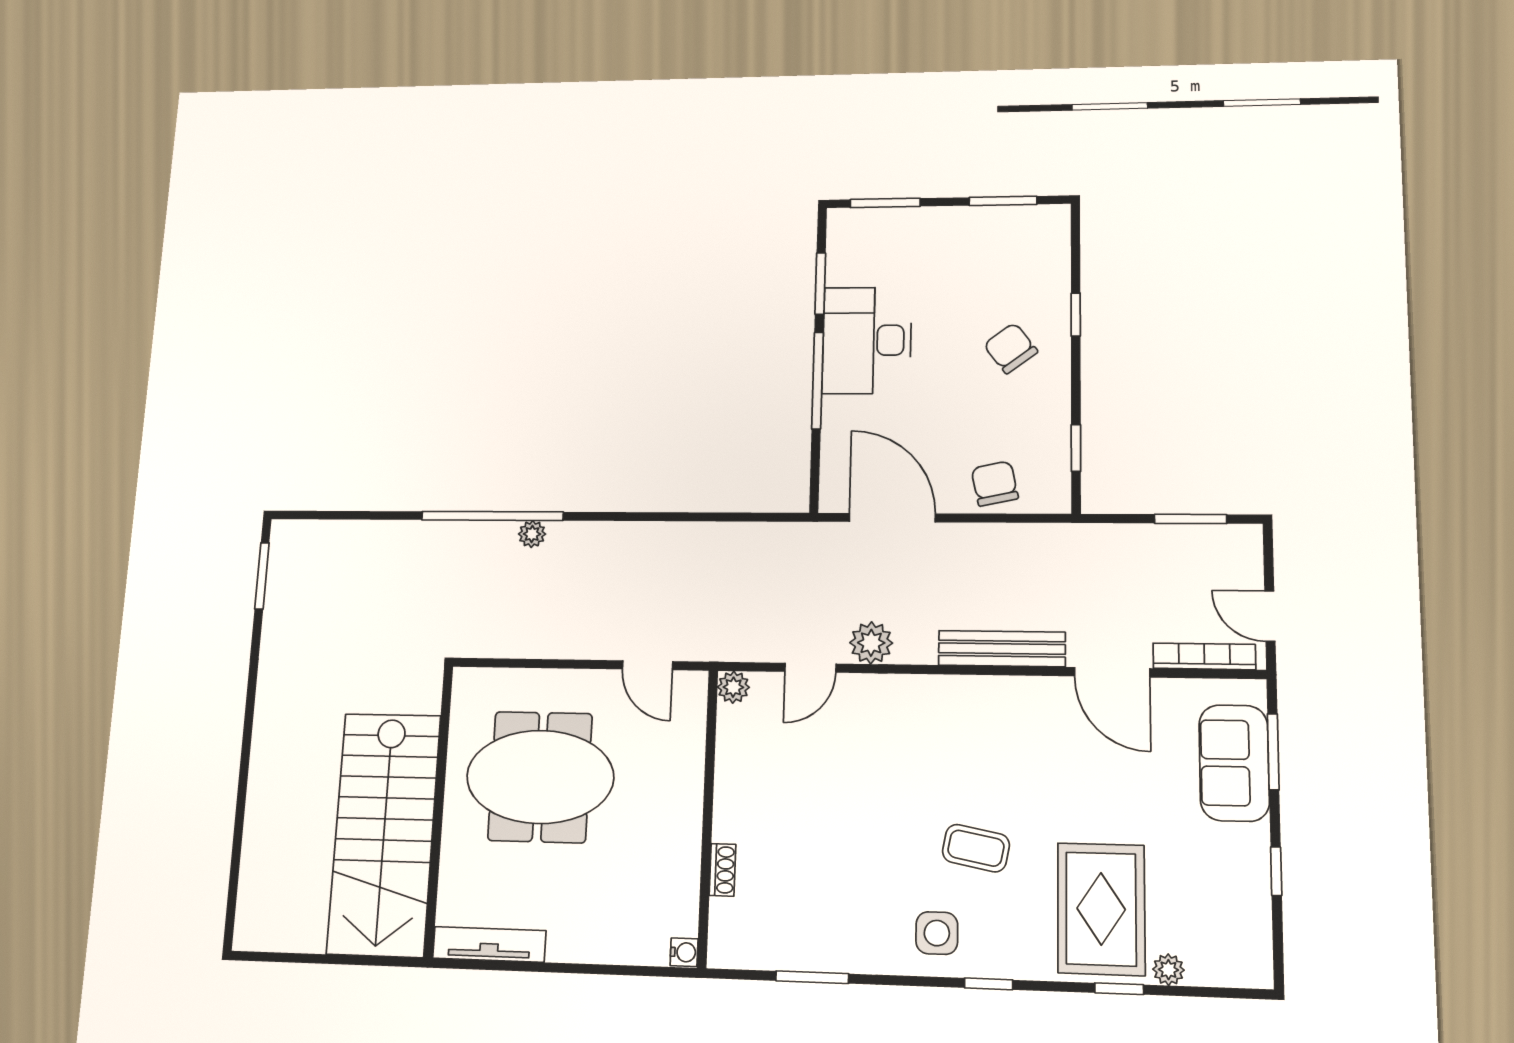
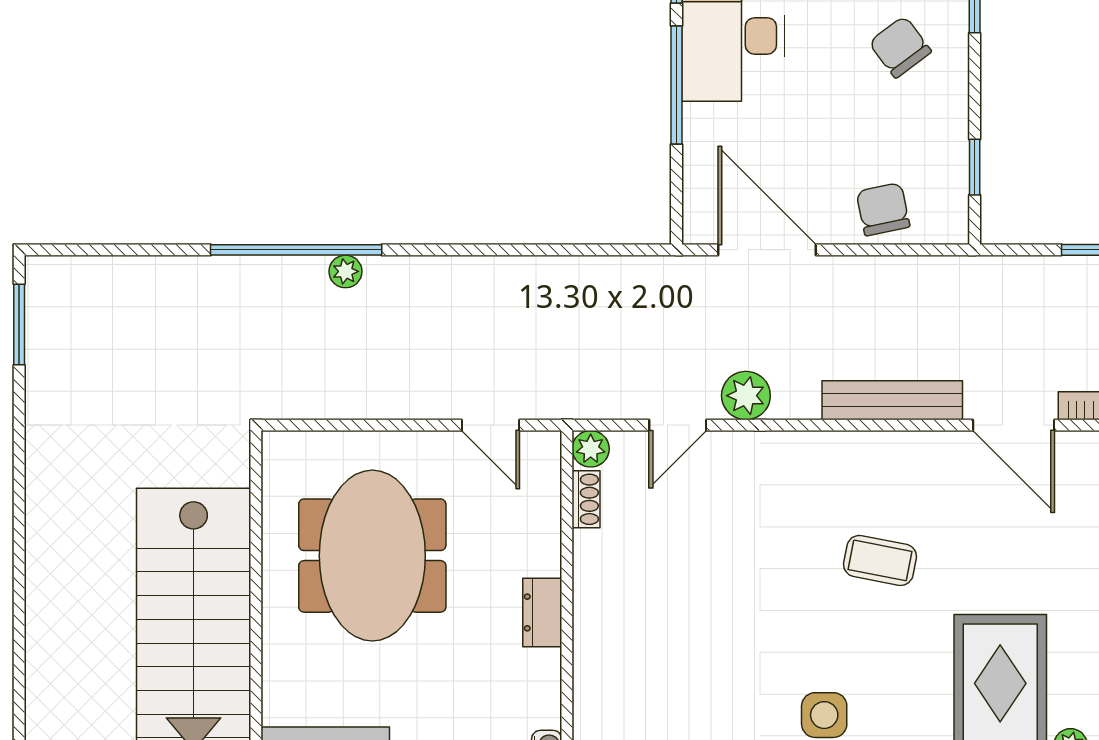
meeting table: (540, 777) -> (372, 556), turned 90
dresser: (685, 831) -> (542, 612), added
coffee table: (976, 848) -> (880, 560), moved
shoe rack: (722, 870) -> (586, 499), moved

